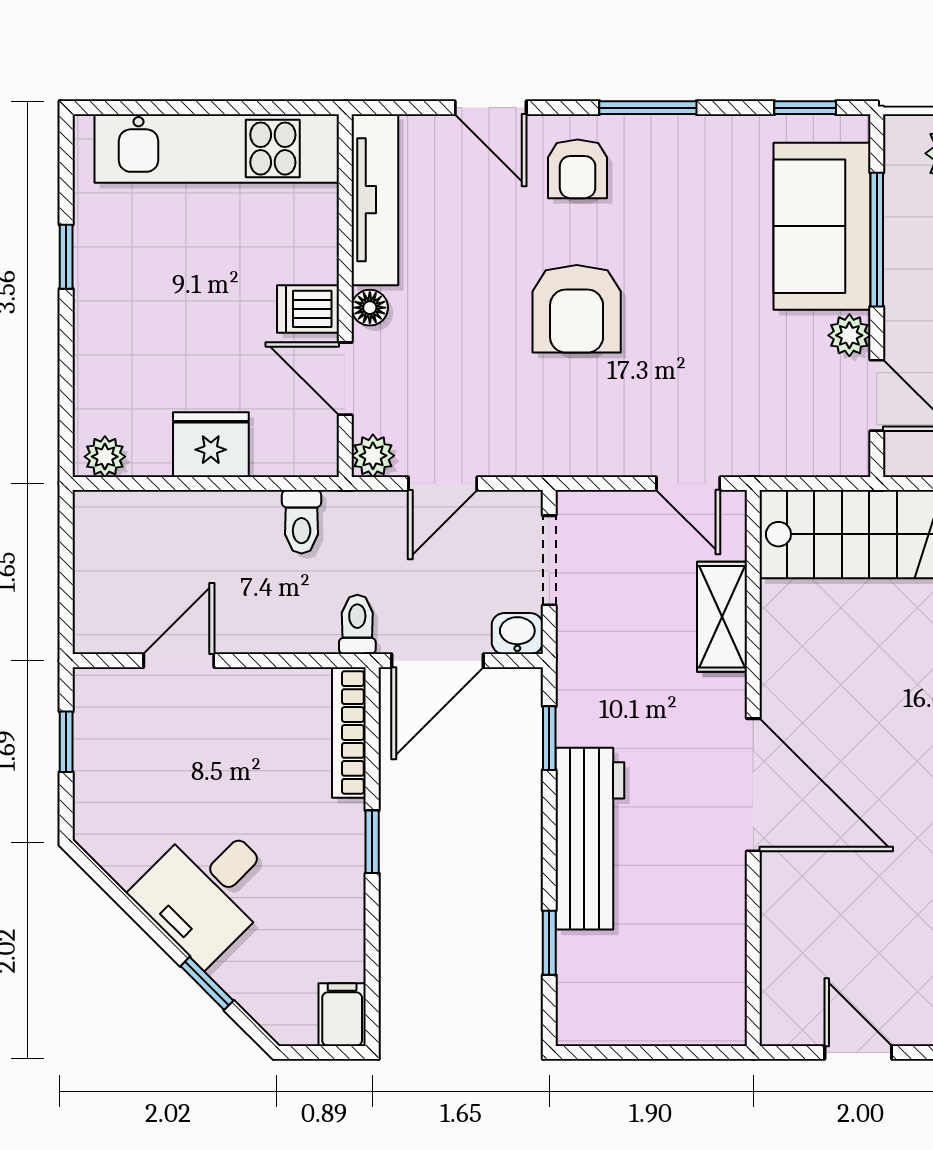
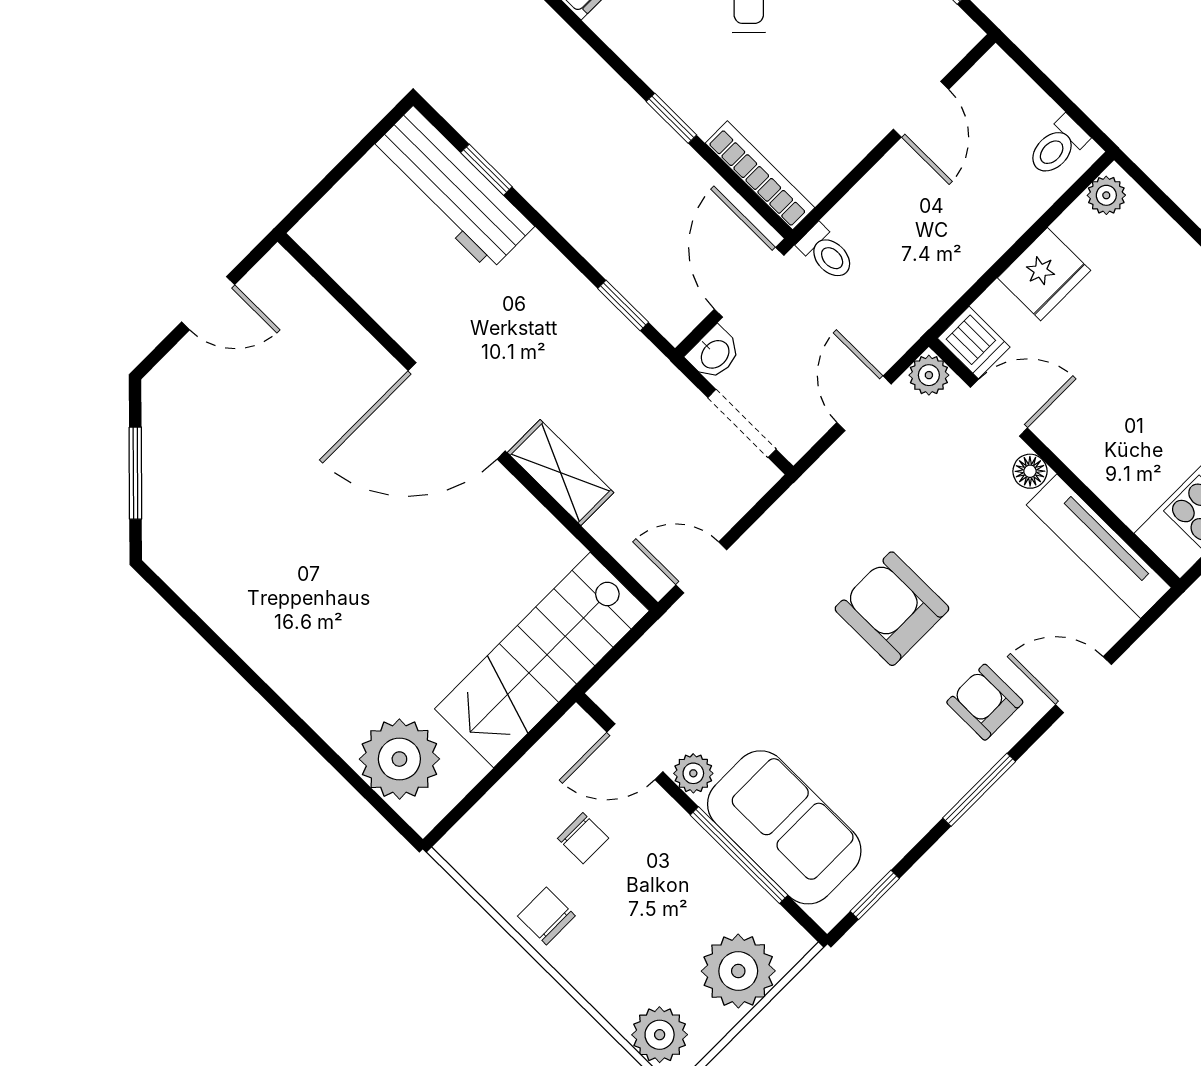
dishwasher: (308, 309) -> (974, 343), moved, turned 90
toilet: (302, 522) -> (1058, 146), moved, turned -90
shelving: (722, 617) -> (561, 473), moved
workbench: (590, 839) -> (451, 189), moved

